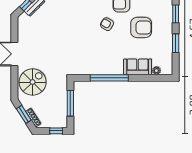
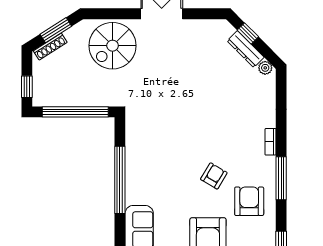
spiral stairs: (33, 82) -> (113, 46), turned 90
window: (70, 103) -> (75, 112), width x1.46

